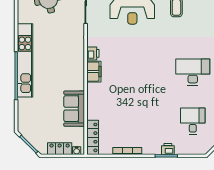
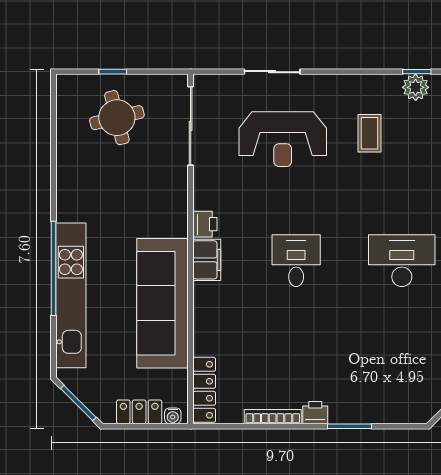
kitchen unit: (25, 60) -> (71, 295), moved
sofa: (74, 109) -> (163, 303), width x1.85, depth x1.27
desk: (193, 121) -> (296, 261), moved
printer: (168, 149) -> (315, 413), moved

